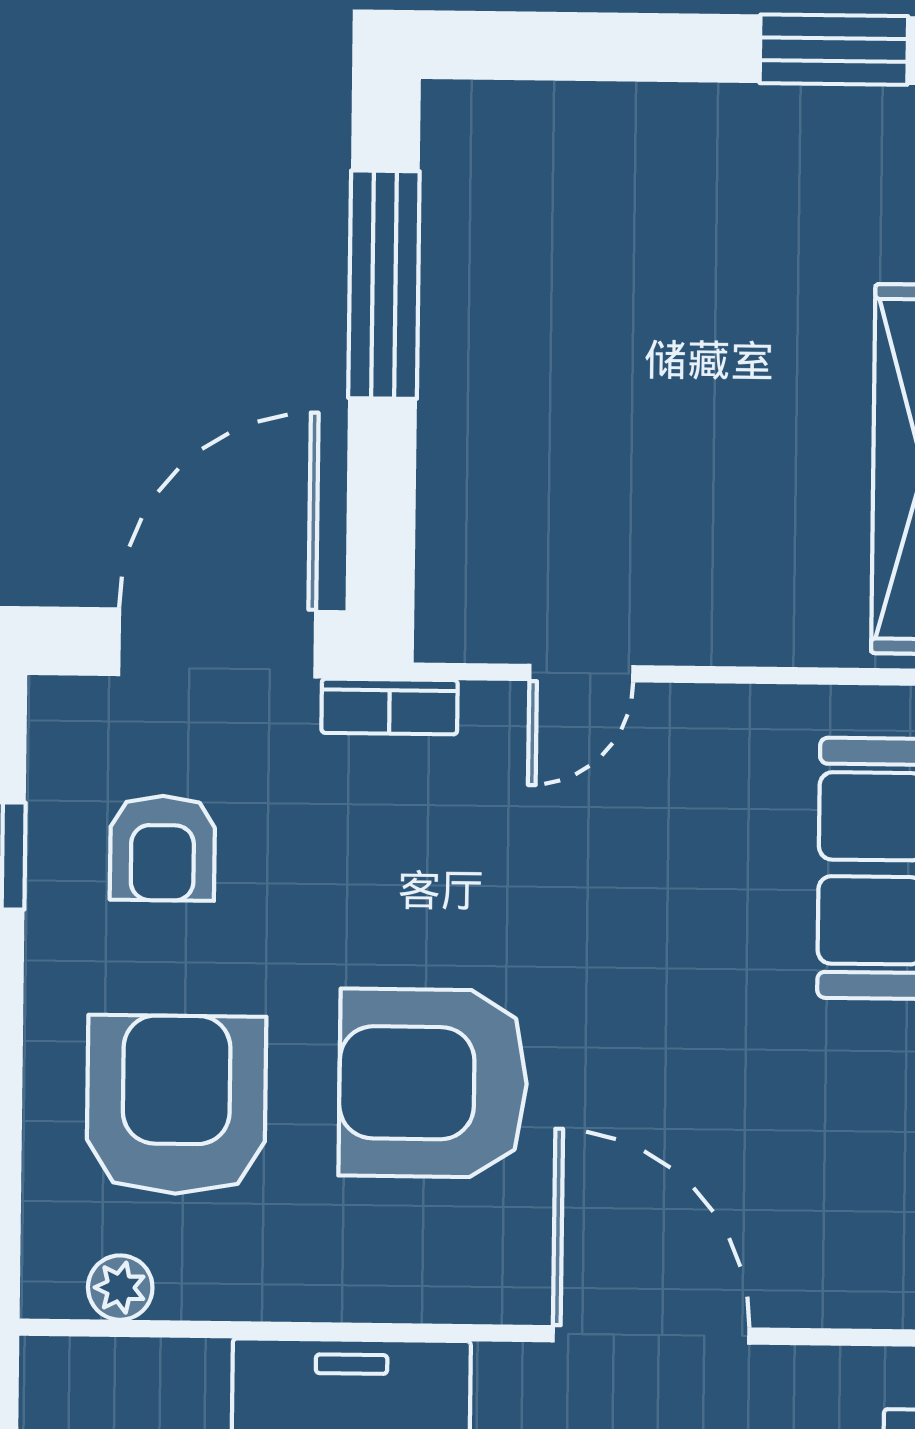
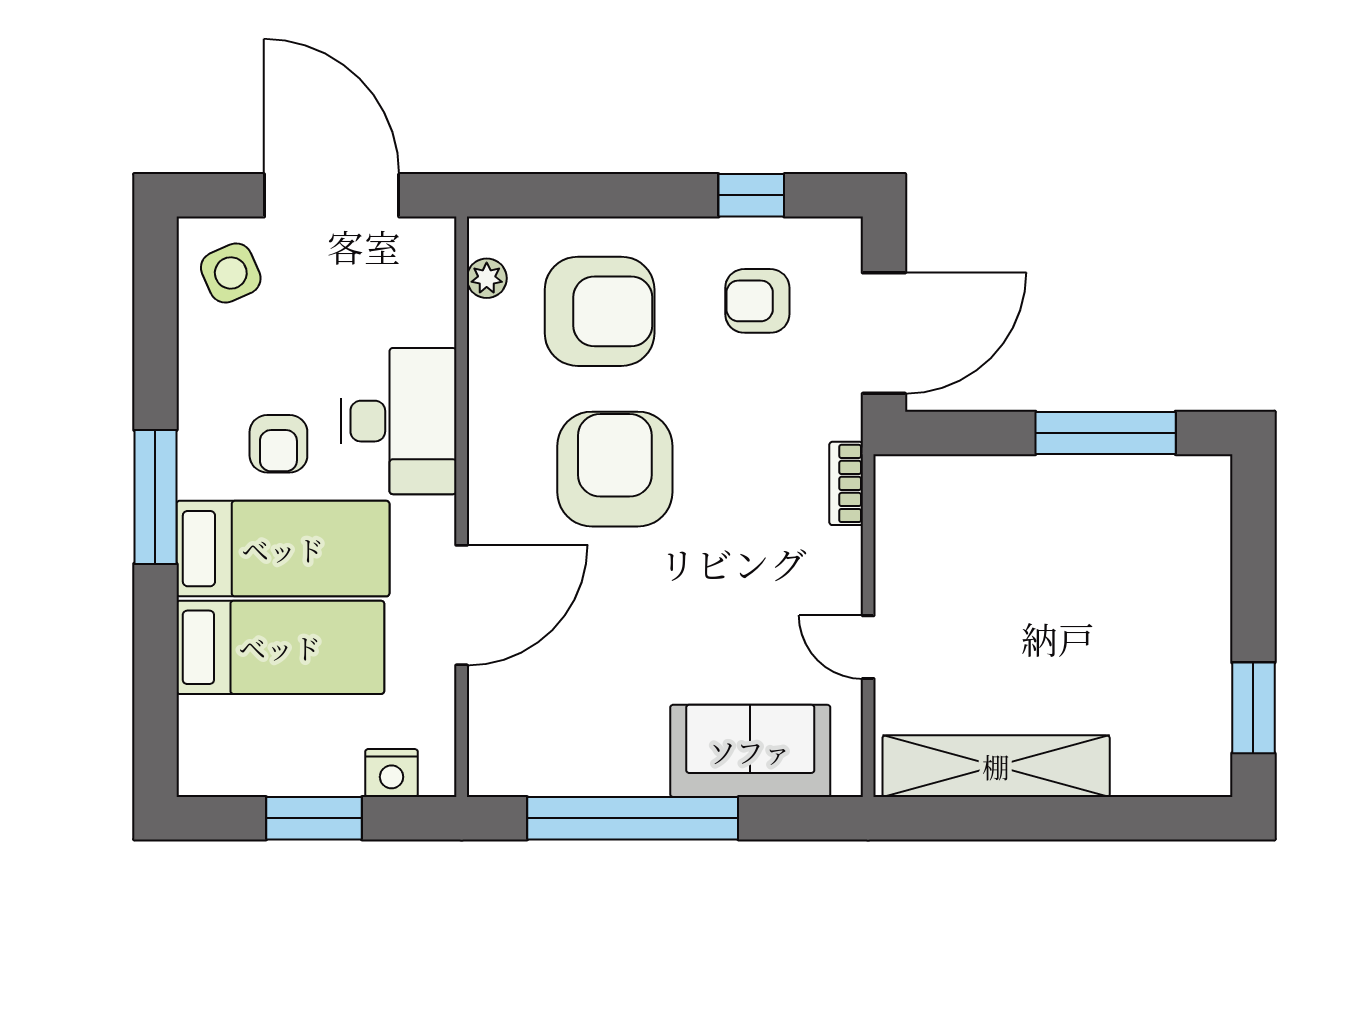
door: (217, 643) -> (884, 333), hinge flipped
door: (581, 673) -> (868, 647), moved
bookcase: (390, 707) -> (846, 483), moved

